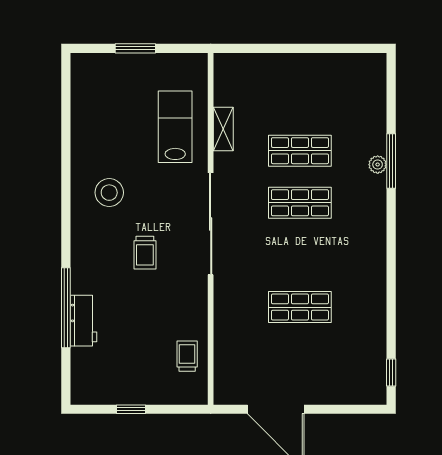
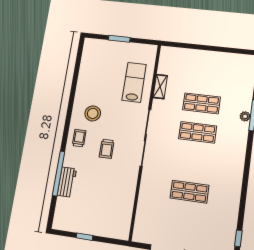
trolley: (187, 356) -> (79, 138), moved

